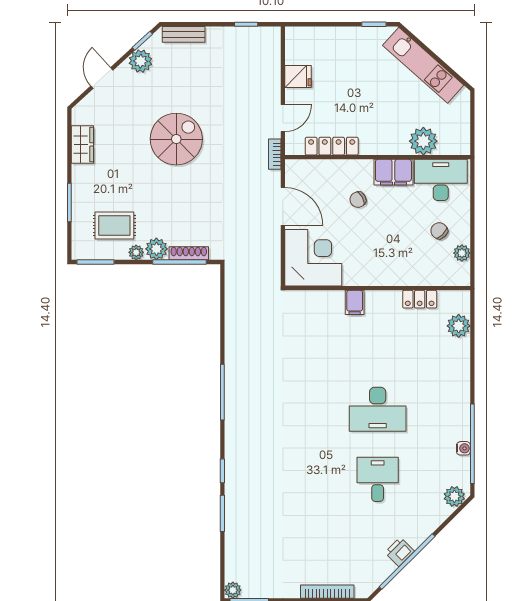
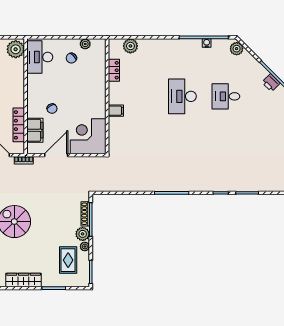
plant: (423, 141) -> (16, 49), moved
wardrobe: (82, 144) -> (24, 280), width x1.50
filing cabinet: (393, 172) -> (35, 130), moved
desk: (378, 409) -> (182, 96), turned 180

